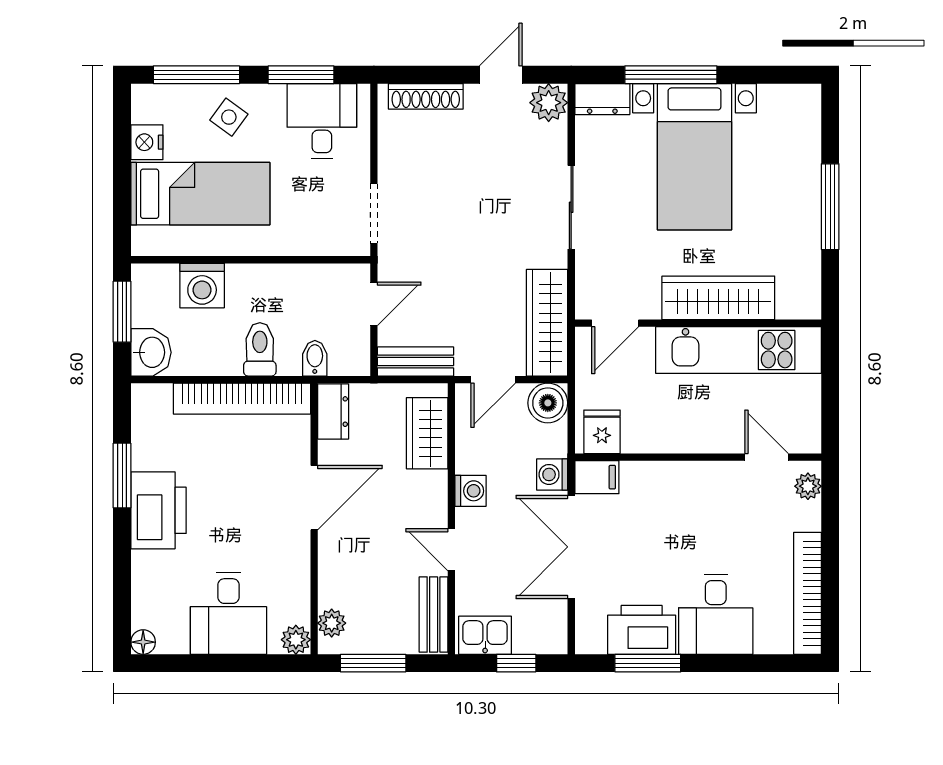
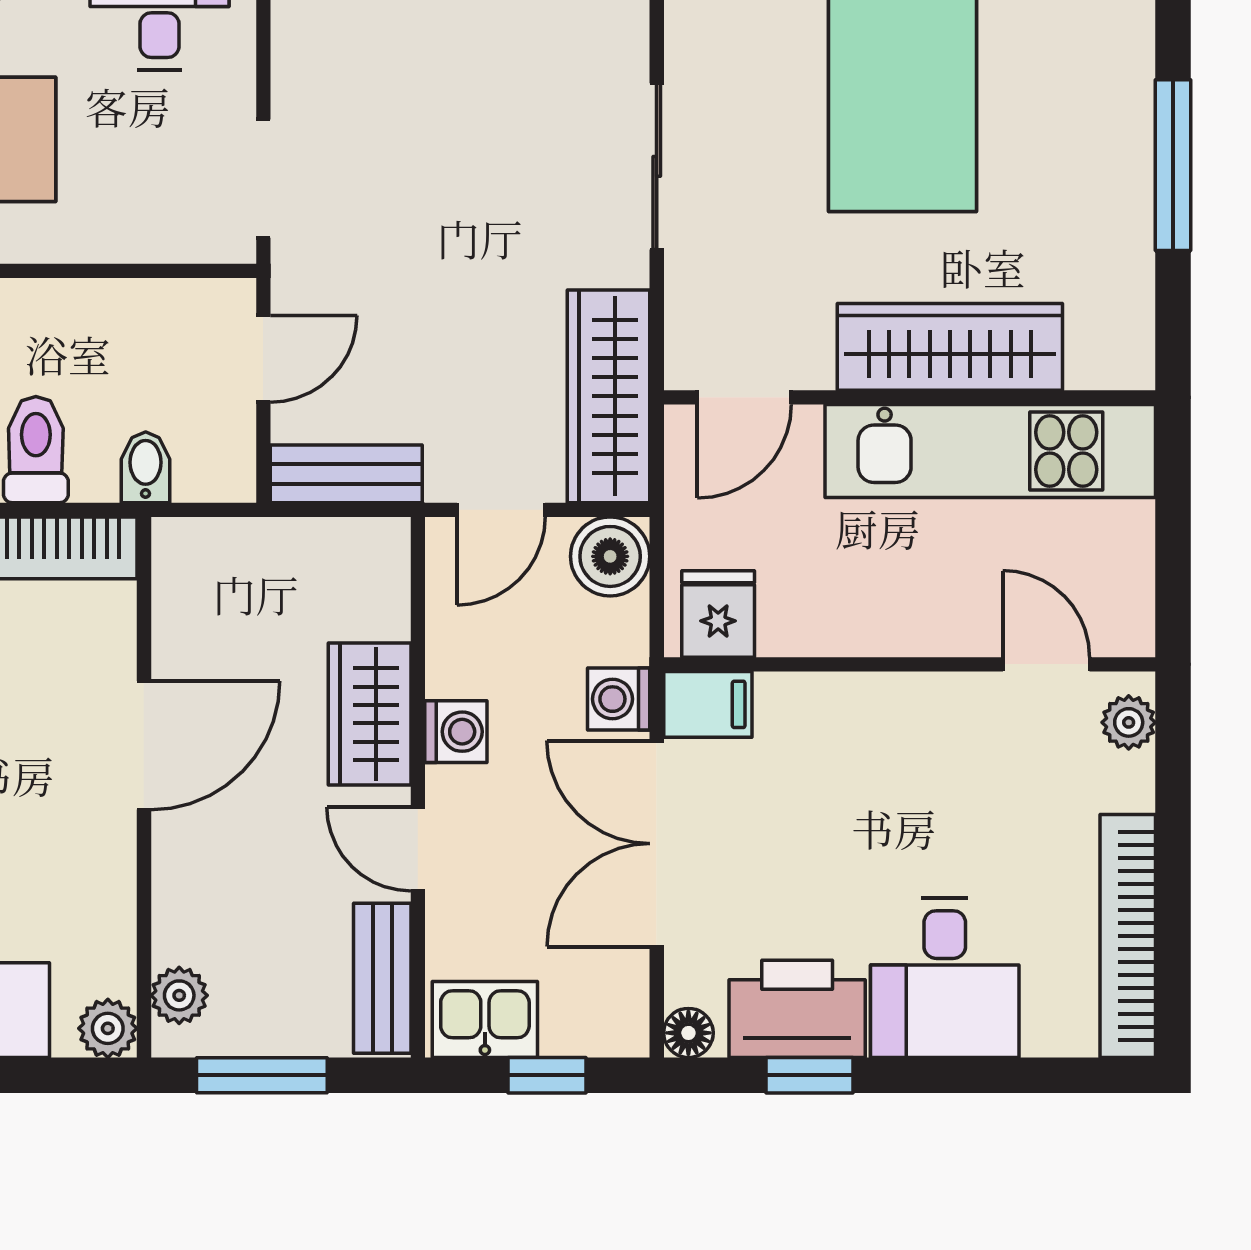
dresser: (333, 412) -> (182, 574), removed
wardrobe: (427, 433) -> (370, 714), moved
floor lamp: (587, 642) -> (688, 1033), added
window: (648, 663) -> (809, 1075), width x0.67

